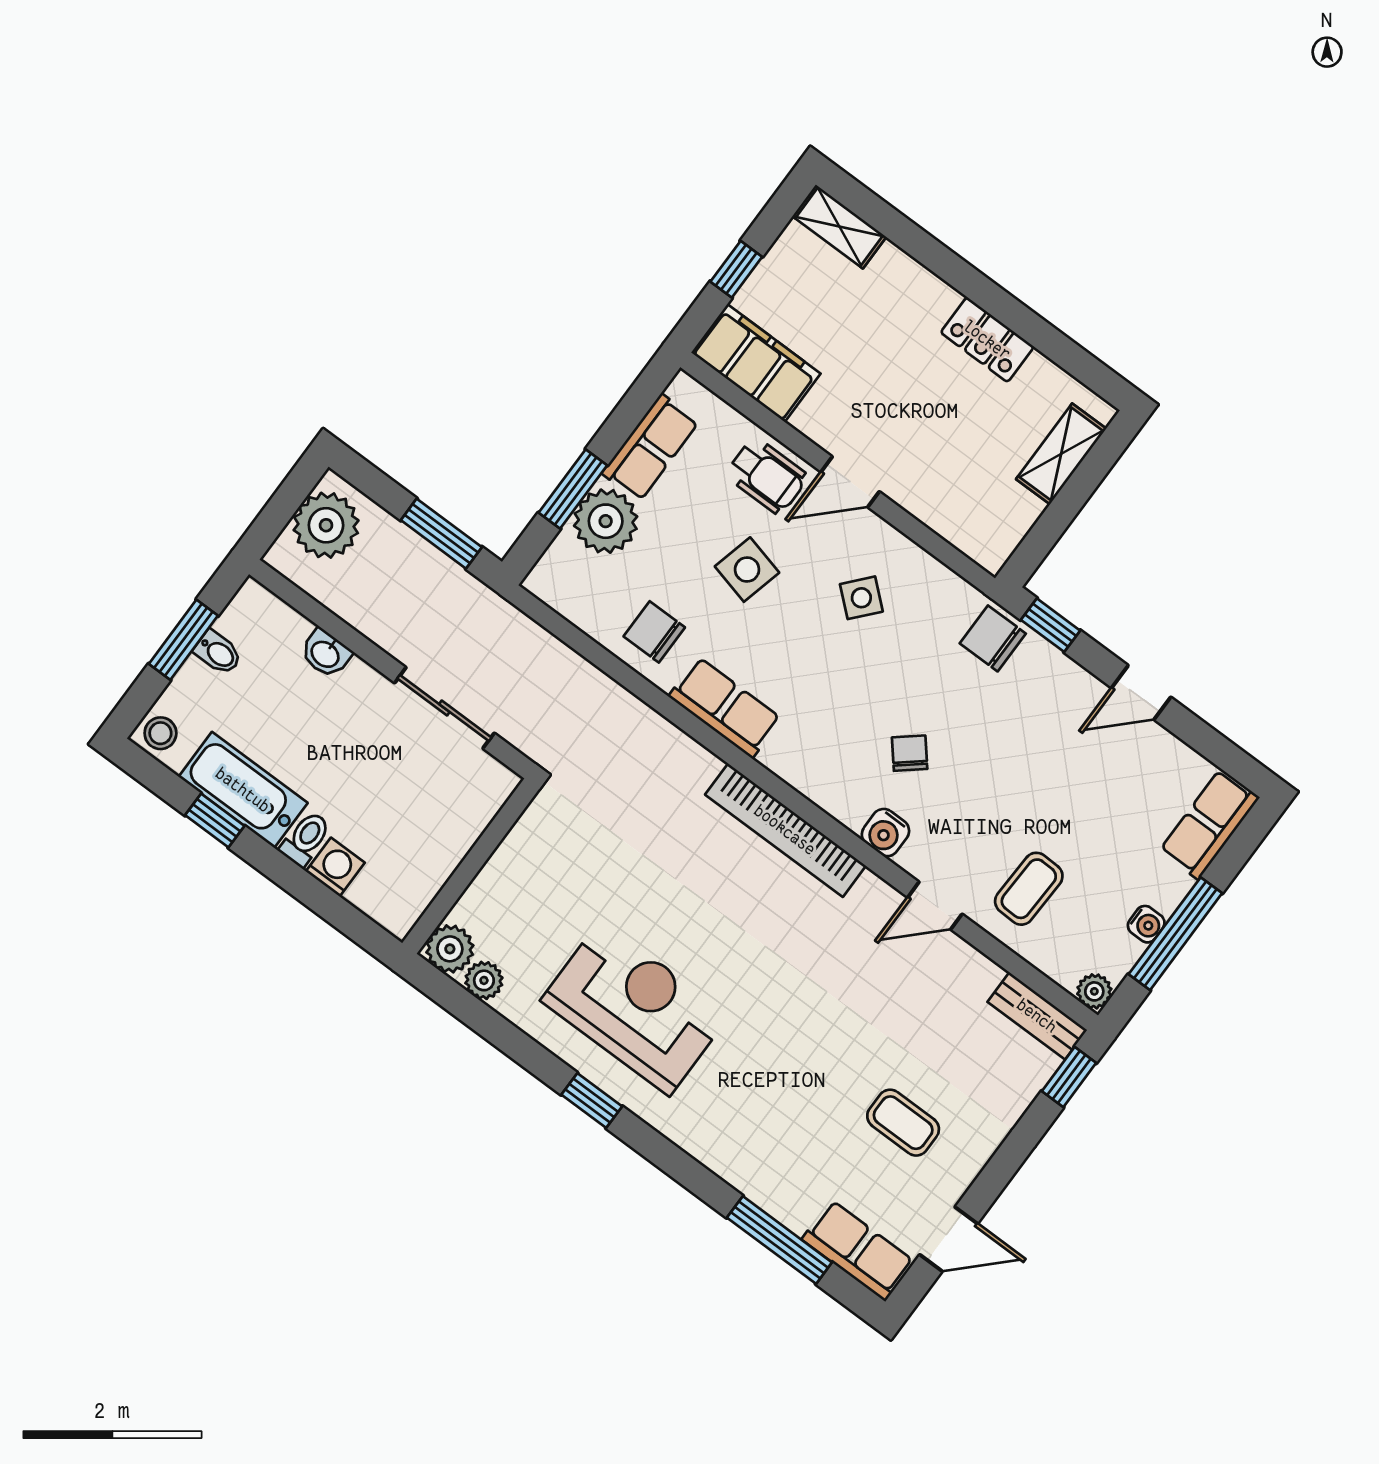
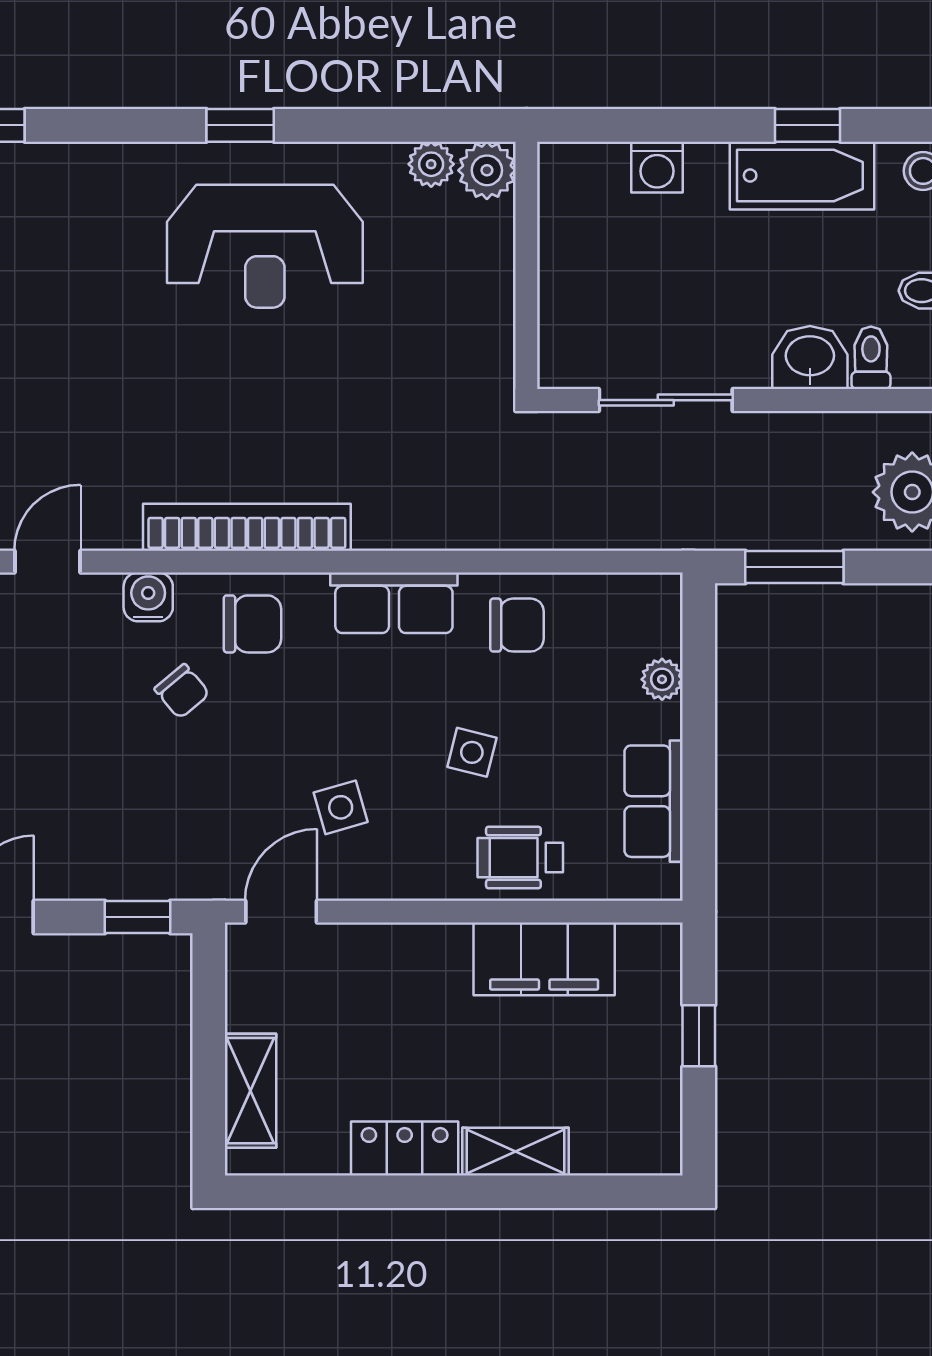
shelving: (839, 227) -> (516, 1152), moved
filing cabinet: (756, 363) -> (544, 959), moved
door: (850, 482) -> (281, 912), moved
window: (573, 489) -> (699, 705), removed
plant: (606, 521) -> (662, 679), width x0.53, depth x0.53
side table: (747, 570) -> (472, 752), width x0.73, depth x0.73
side table: (861, 598) -> (341, 807), turned 33
chair: (993, 638) -> (252, 624), moved
washbasin: (326, 653) -> (810, 358), width x1.38, depth x1.45
toilet: (305, 839) -> (871, 358), moved, turned 180

